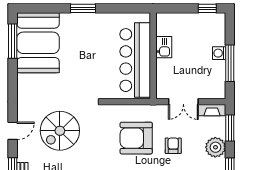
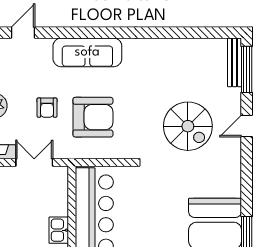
spiral stairs: (60, 131) -> (188, 126), turned 90

